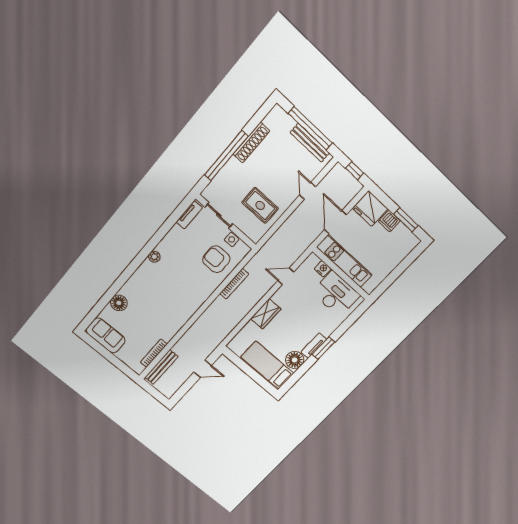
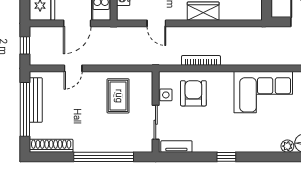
shoe rack: (251, 143) -> (51, 146), moved
window: (153, 243) -> (226, 157), added
plant: (154, 257) -> (287, 146), moved
armchair: (216, 259) -> (193, 93), turned 180
corner sofa: (177, 306) -> (263, 92), added

